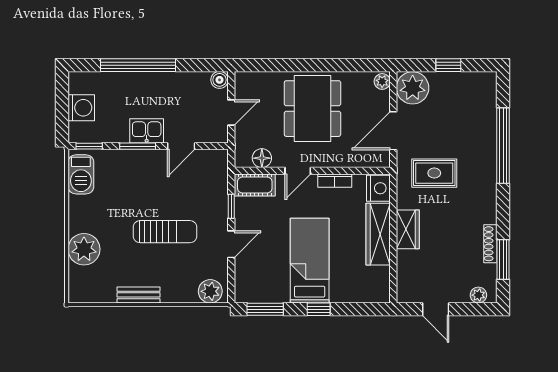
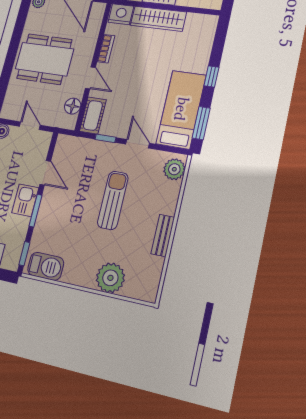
bed: (310, 261) -> (181, 109), moved, turned 90

